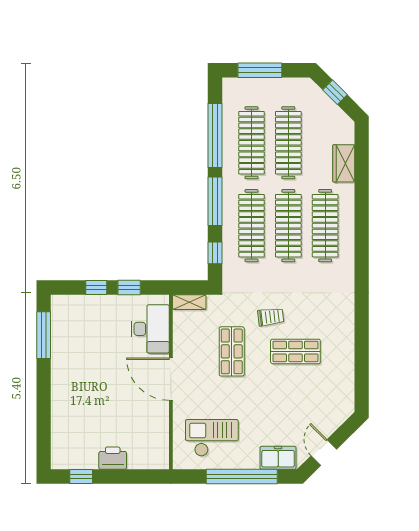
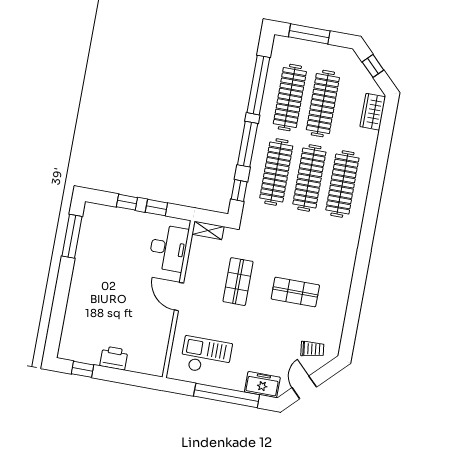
wardrobe: (344, 163) -> (373, 112), moved
trolley: (271, 317) -> (312, 349), moved
door: (171, 379) -> (179, 297), width x0.73

